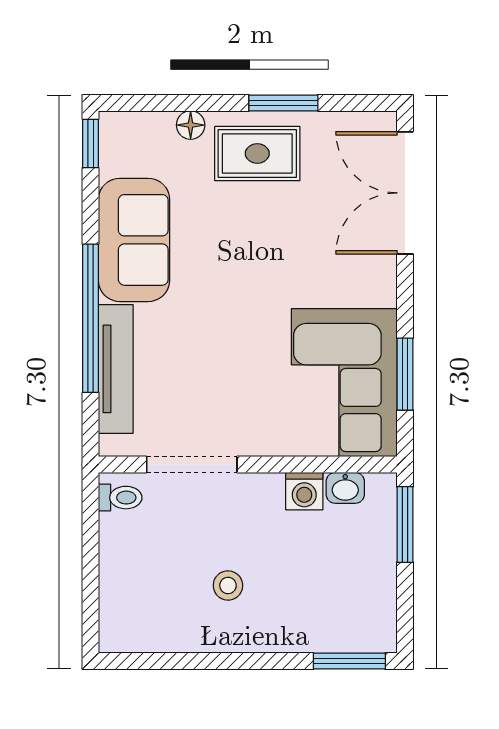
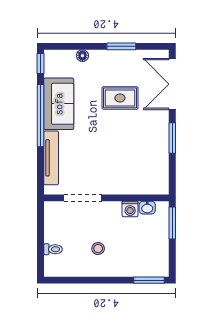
rug: (257, 154) -> (120, 98), moved
window: (91, 318) -> (41, 116), moved
window: (405, 374) -> (172, 138), moved
corner sofa: (344, 383) -> (147, 164), removed
toilet: (120, 498) -> (53, 249), moved

